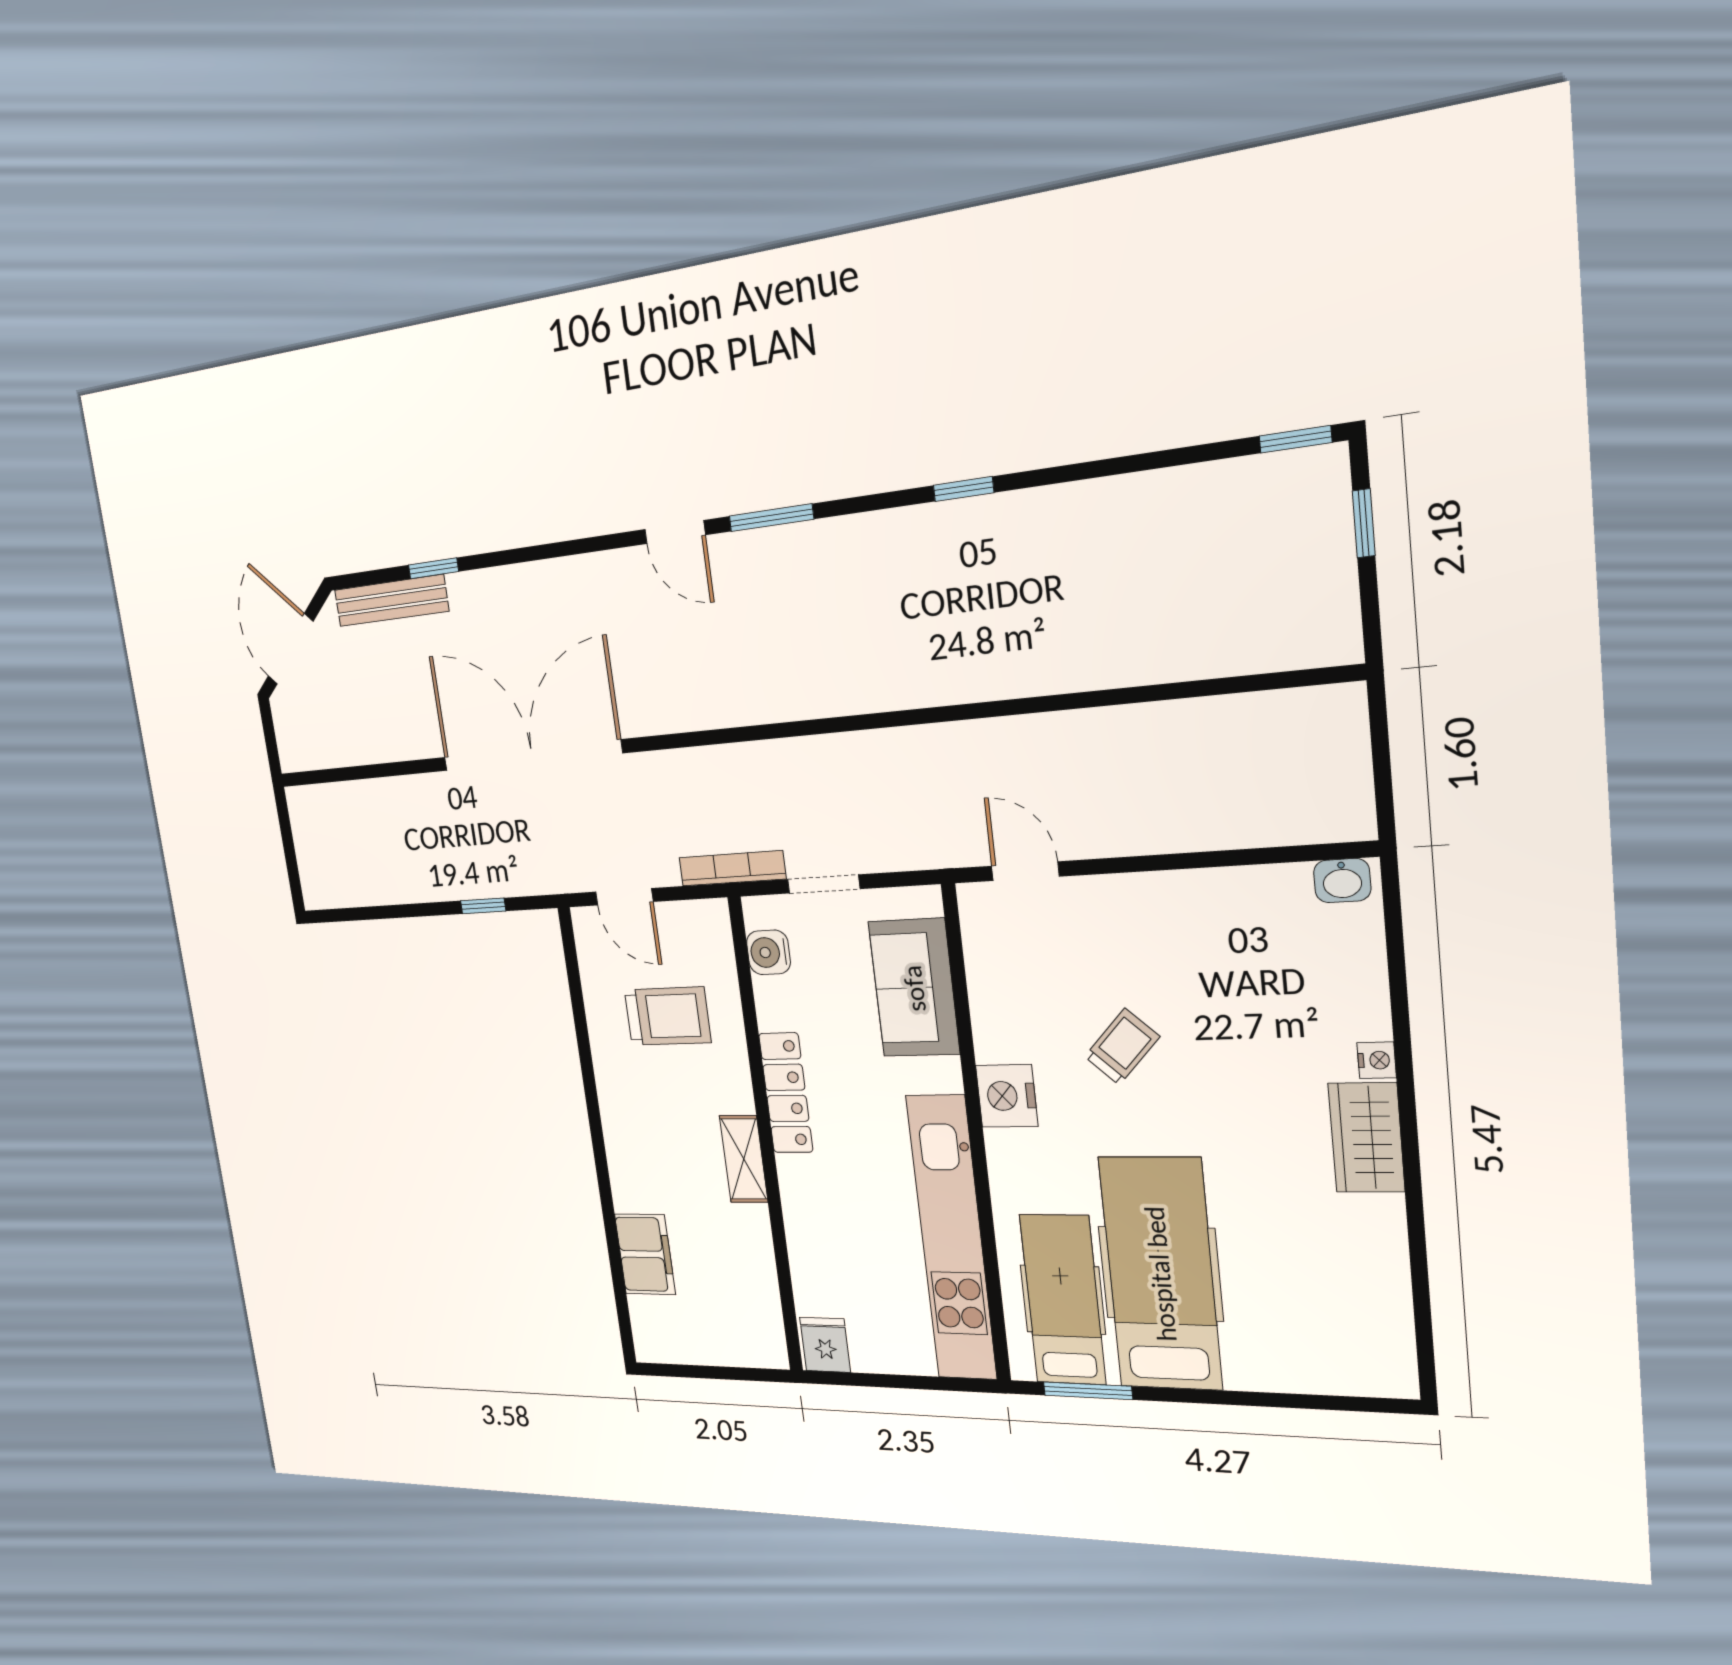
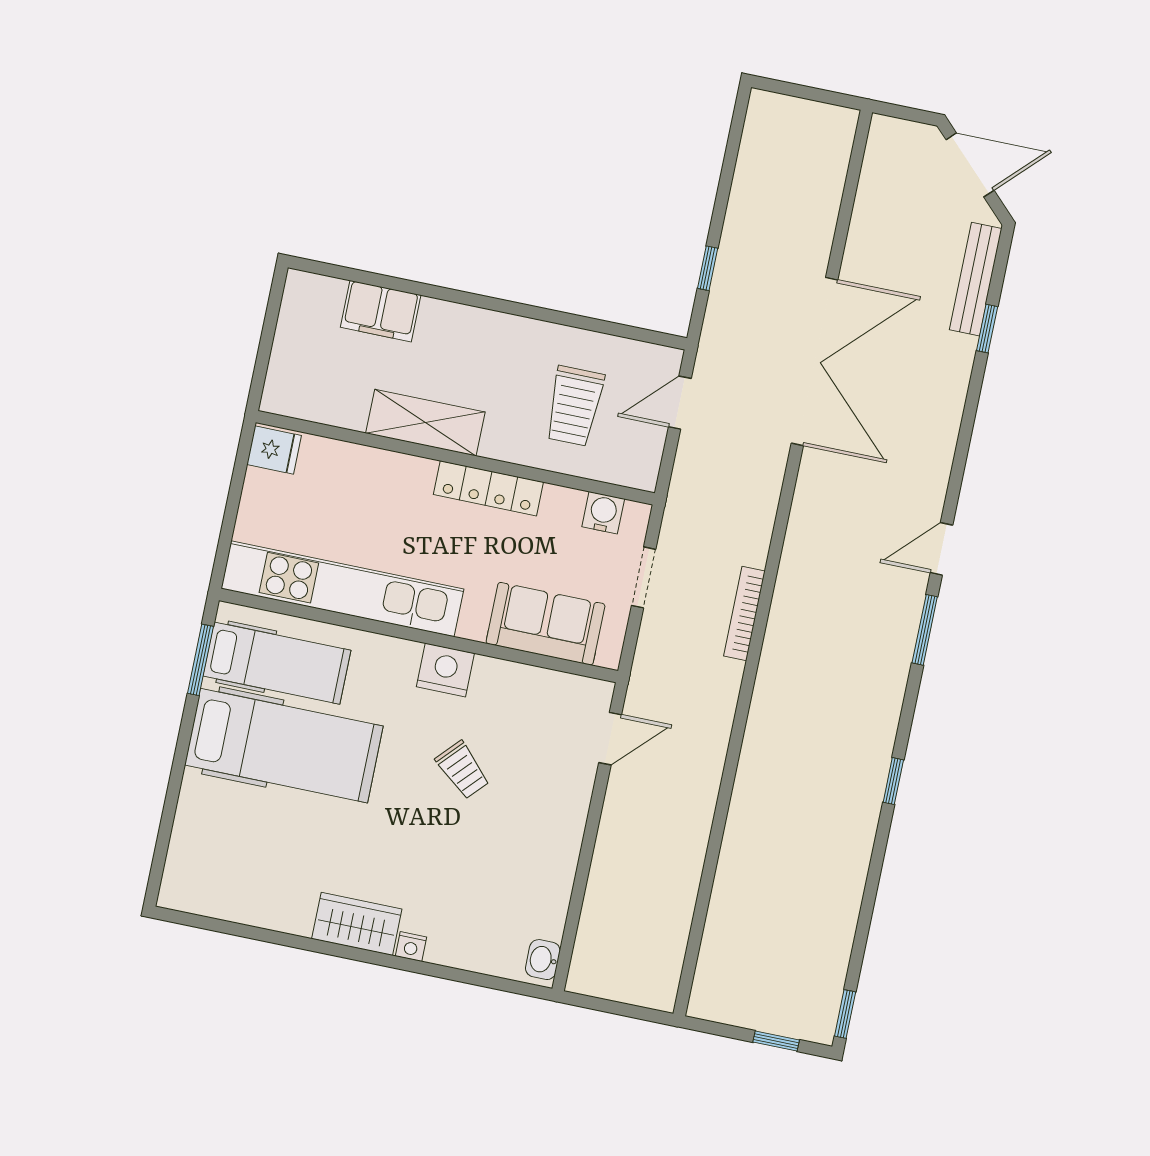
bookcase: (732, 868) -> (744, 614), moved, turned 180
shelving: (744, 1159) -> (425, 423), width x1.50, depth x1.33

